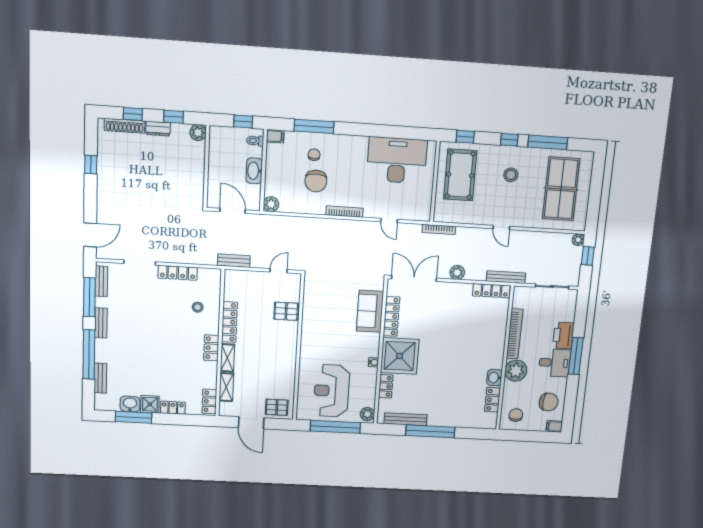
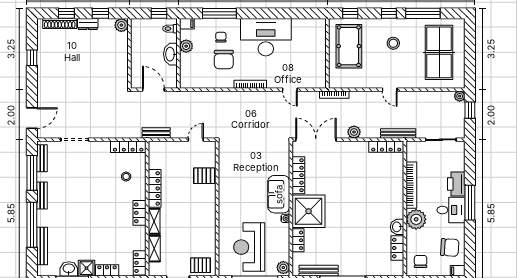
desk: (397, 160) -> (266, 37), moved
plant: (271, 204) -> (186, 46), moved
locker: (178, 273) -> (128, 147), moved
sofa: (370, 311) -> (279, 194), moved
bench: (100, 378) -> (42, 246), width x1.36

